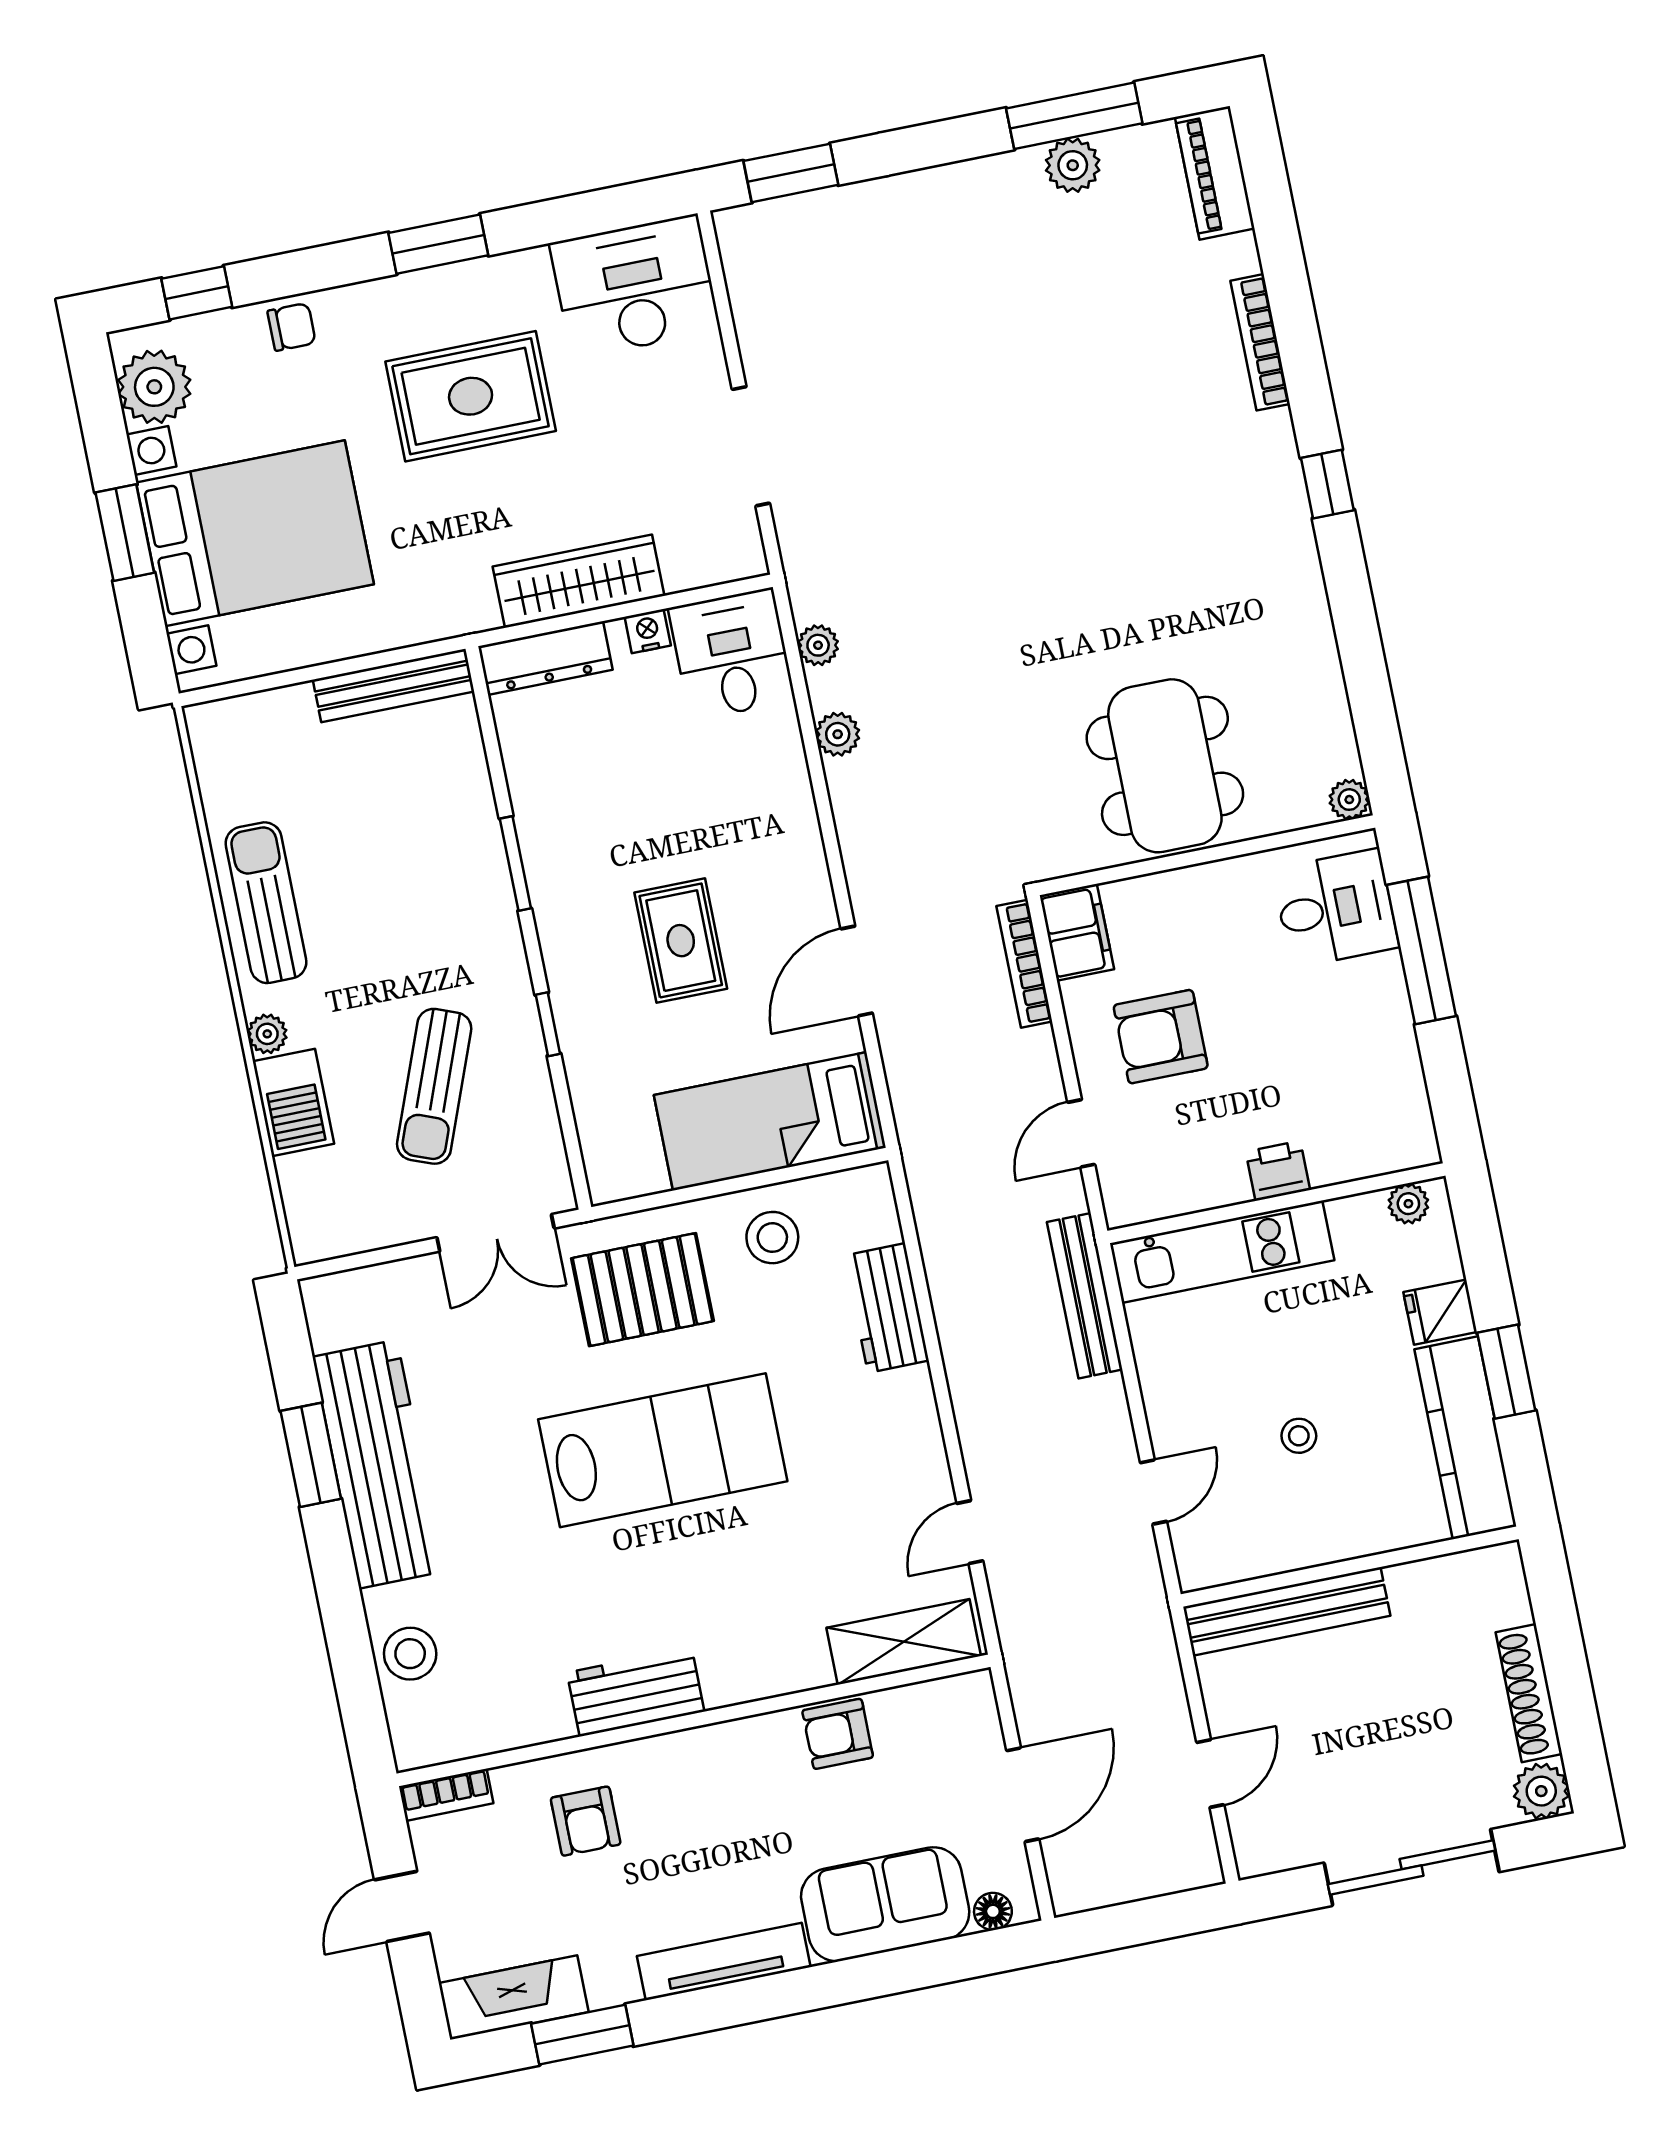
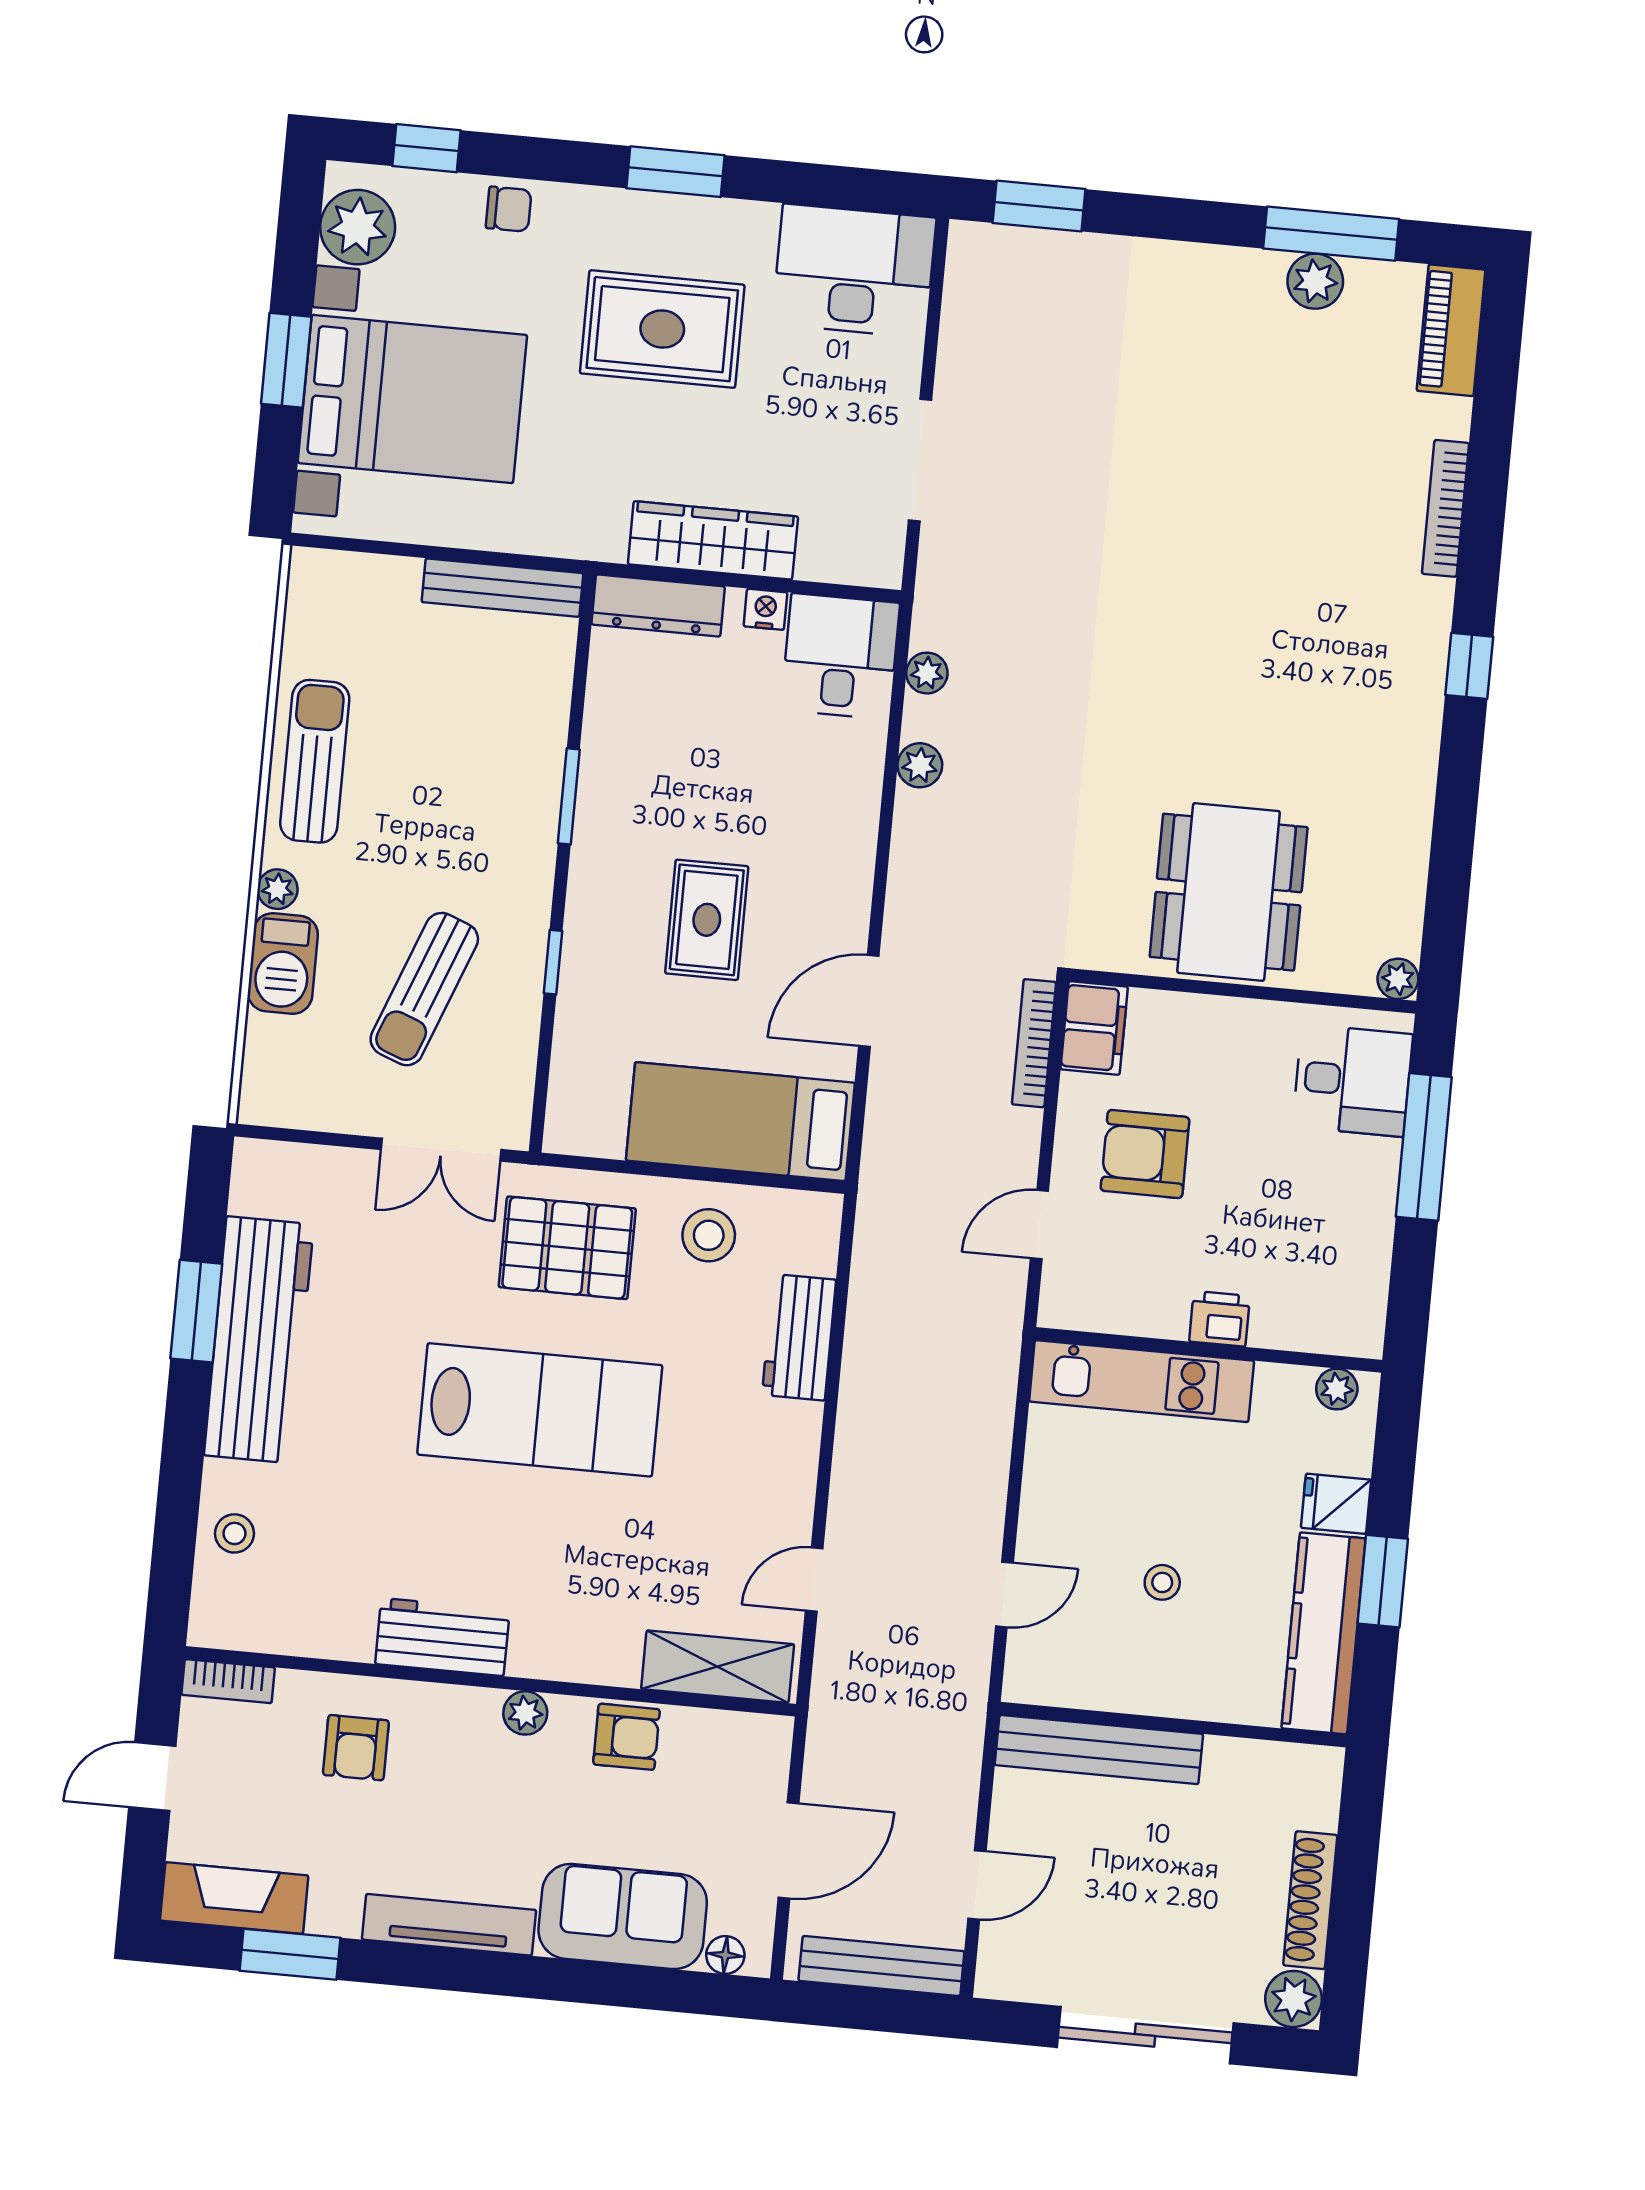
bench: (1085, 1296) -> (881, 1966), moved, turned 90
stool: (410, 1654) -> (234, 1533), width x0.73, depth x0.73
armchair: (838, 1734) -> (626, 1737), turned 180
plant: (735, 1740) -> (525, 1713), added

